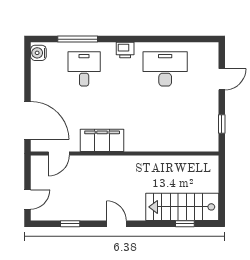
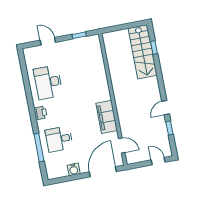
water cooler: (38, 53) -> (74, 169), moved
door: (116, 224) -> (166, 108), moved

